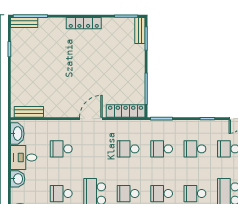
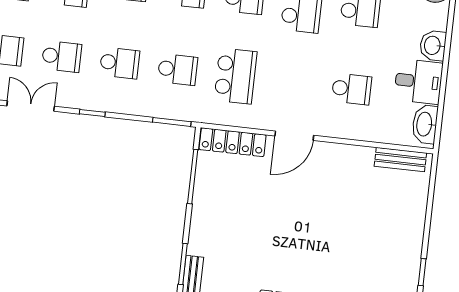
school desk: (128, 149) -> (236, 76), width x1.85

